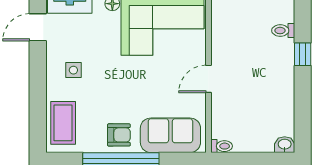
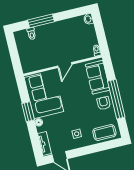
window: (303, 54) -> (41, 21), width x2.17
door: (208, 79) -> (65, 65), hinge flipped

